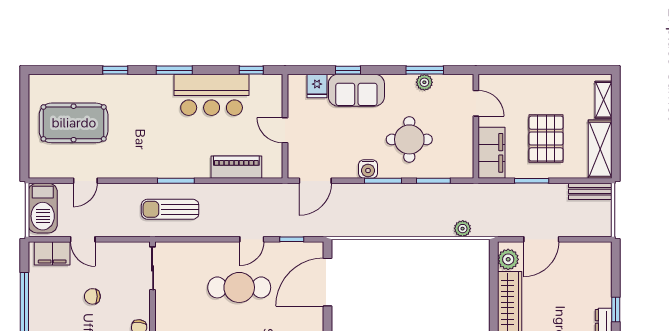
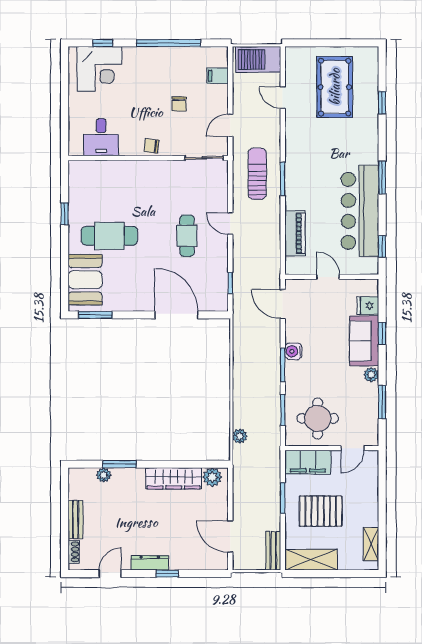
window: (115, 70) -> (382, 103), moved
plant: (424, 82) -> (371, 375), moved
bar counter: (212, 95) -> (360, 211), width x1.36
shelving: (603, 100) -> (371, 544), moved, turned 90
door: (285, 130) -> (328, 277), hinge flipped
round table: (409, 139) -> (318, 418), moved
door: (83, 239) -> (230, 125), moved
door: (252, 239) -> (230, 224), moved
door: (541, 239) -> (230, 537), moved
filing cabinet: (52, 253) -> (218, 76), width x0.50
door: (327, 282) -> (177, 315), moved
cafe table: (239, 287) -> (187, 236), width x0.73, depth x0.74
chair: (92, 296) -> (179, 104), turned 180

